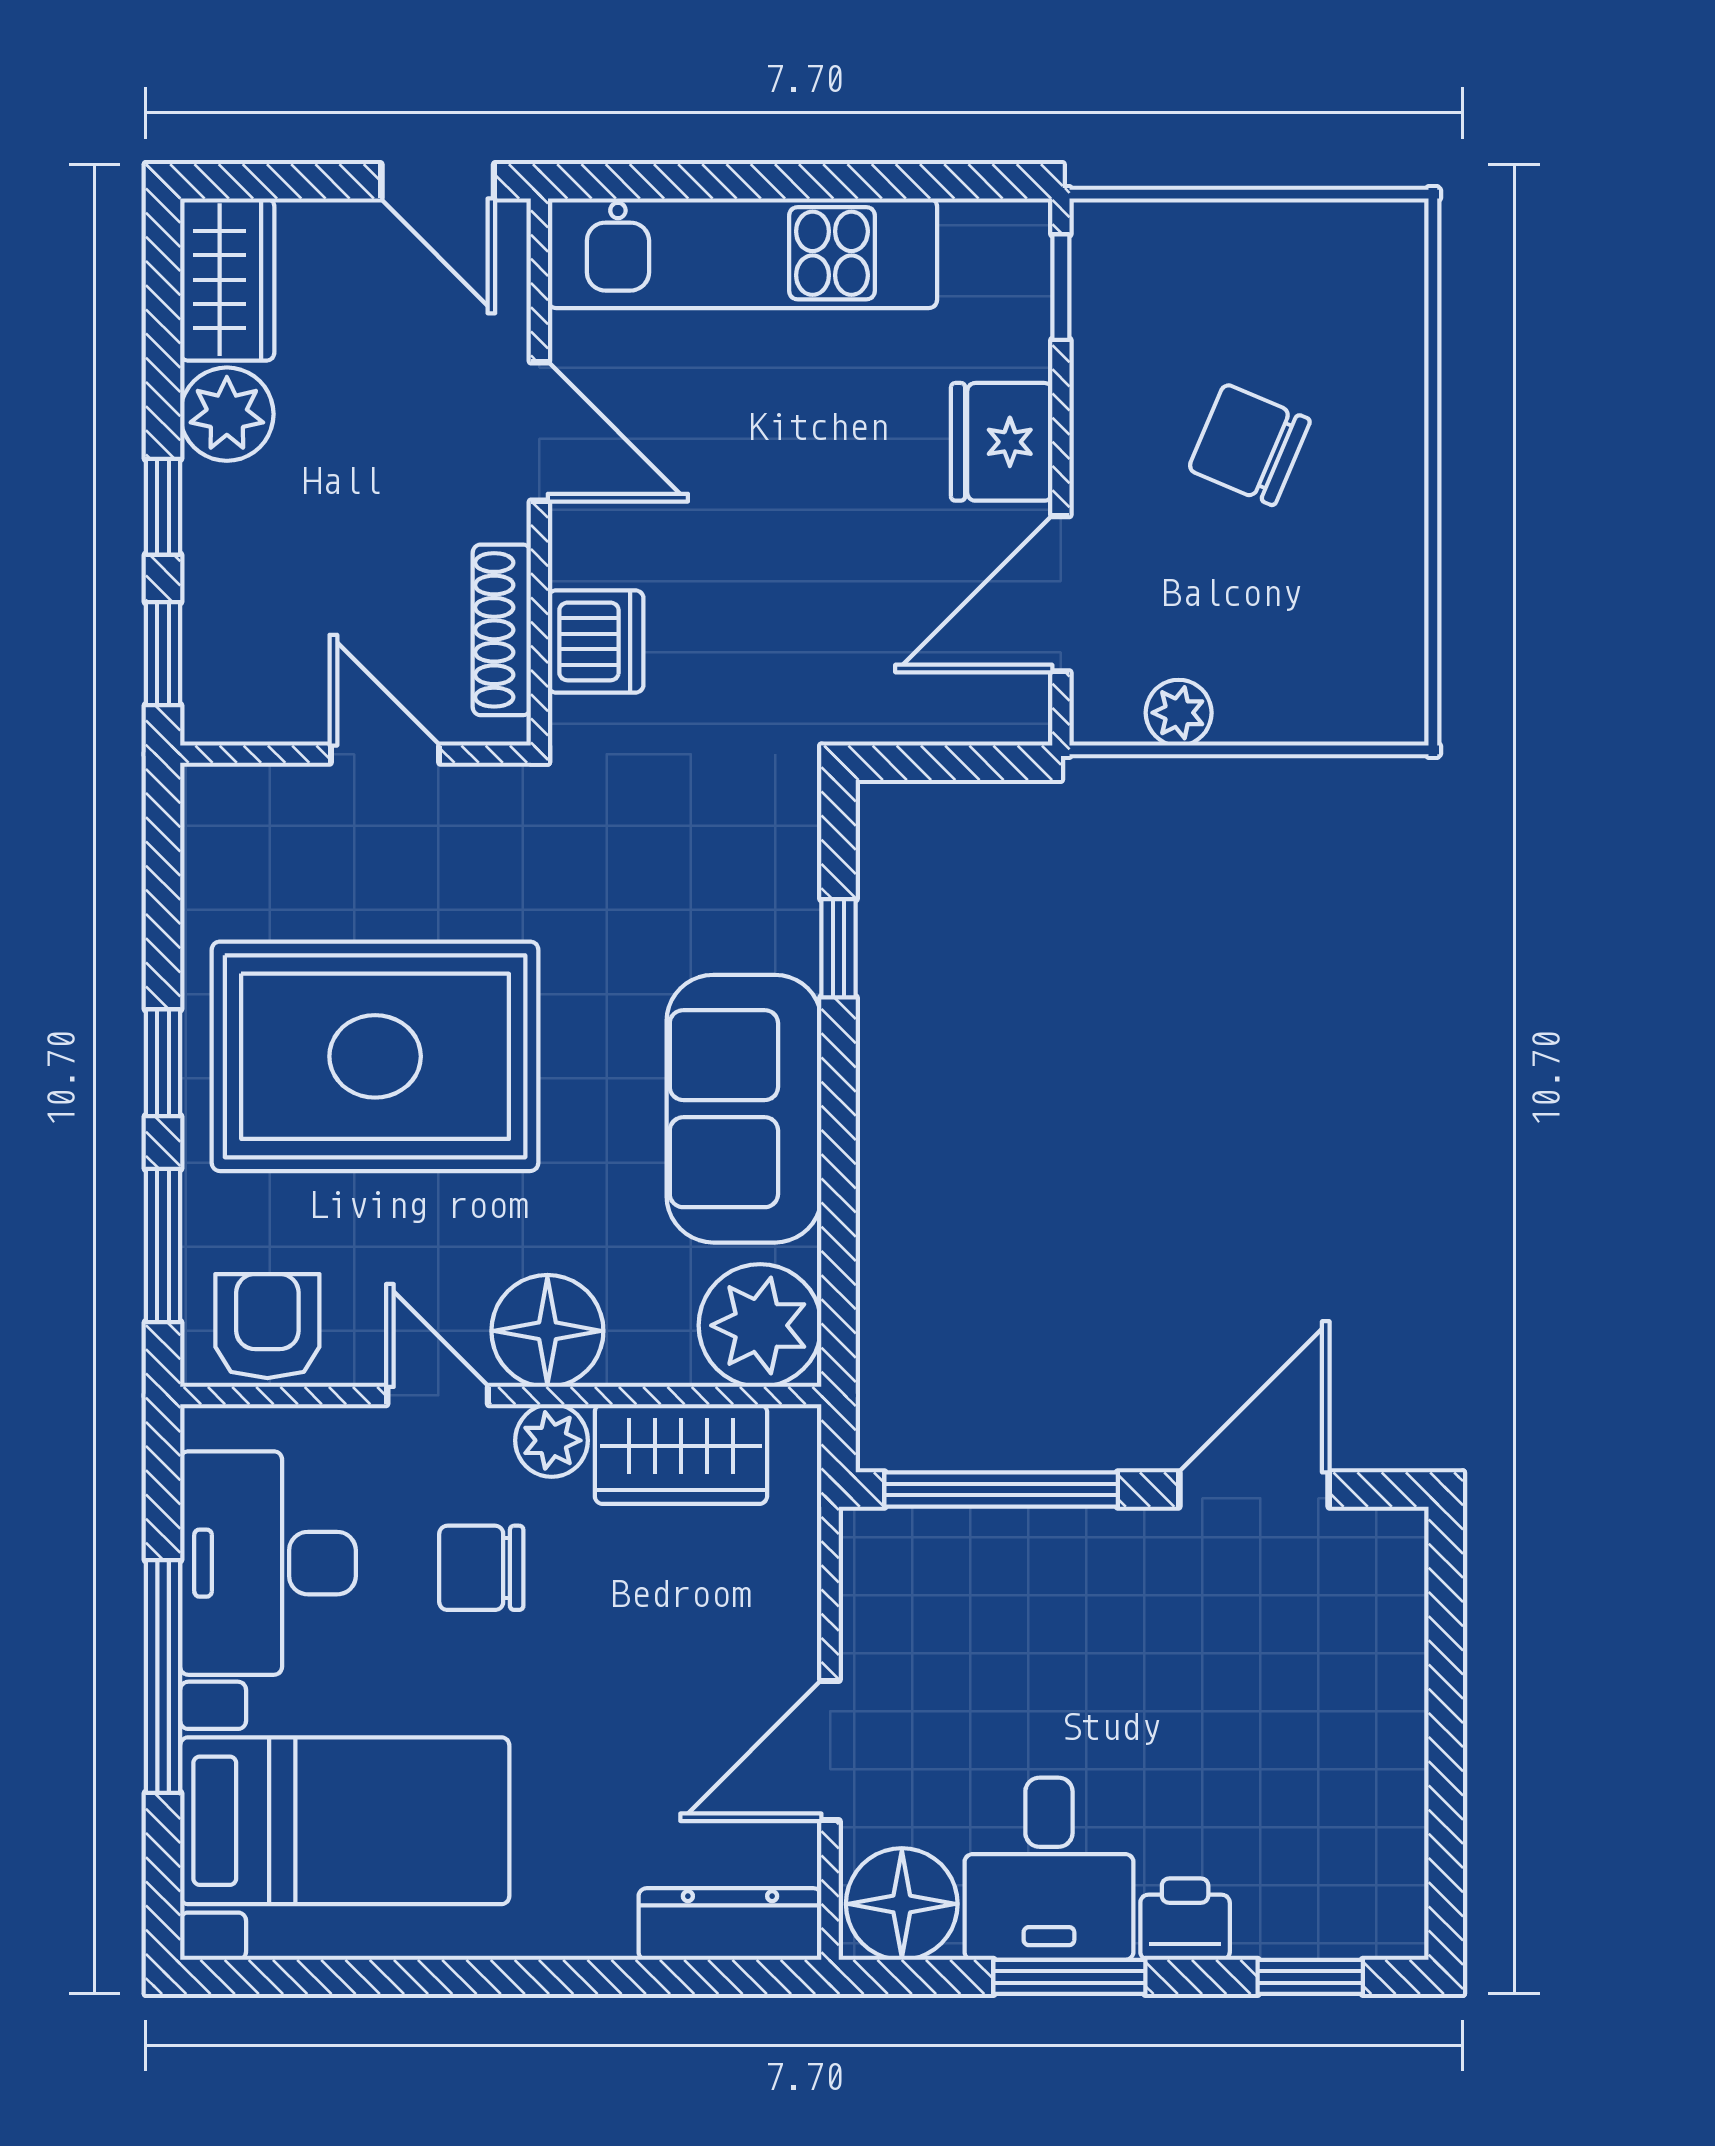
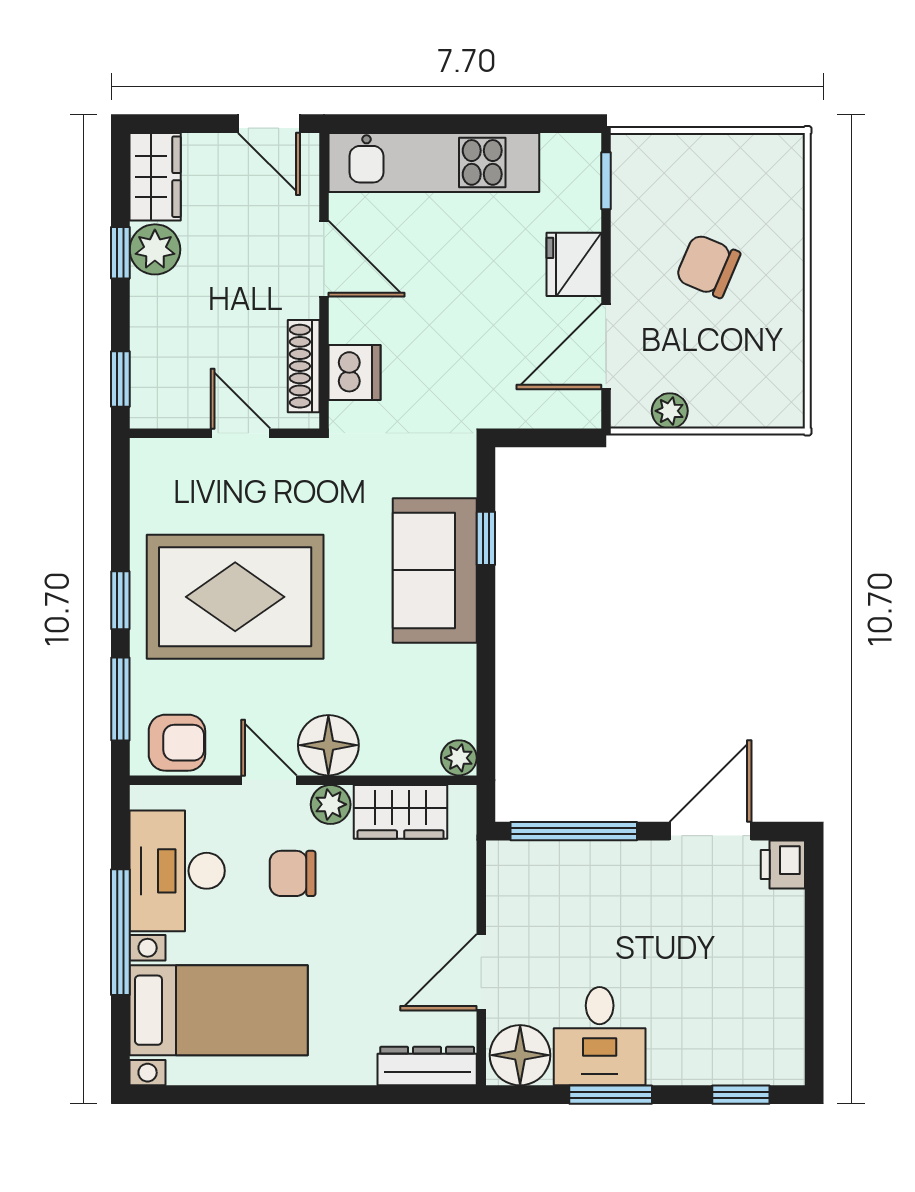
window: (163, 507) -> (120, 253), moved
sofa: (744, 1109) -> (435, 570), moved
plant: (760, 1325) -> (459, 758), width x0.53, depth x0.53
armchair: (267, 1326) -> (177, 743), turned 90
printer: (1185, 1919) -> (783, 864), moved, turned -90

